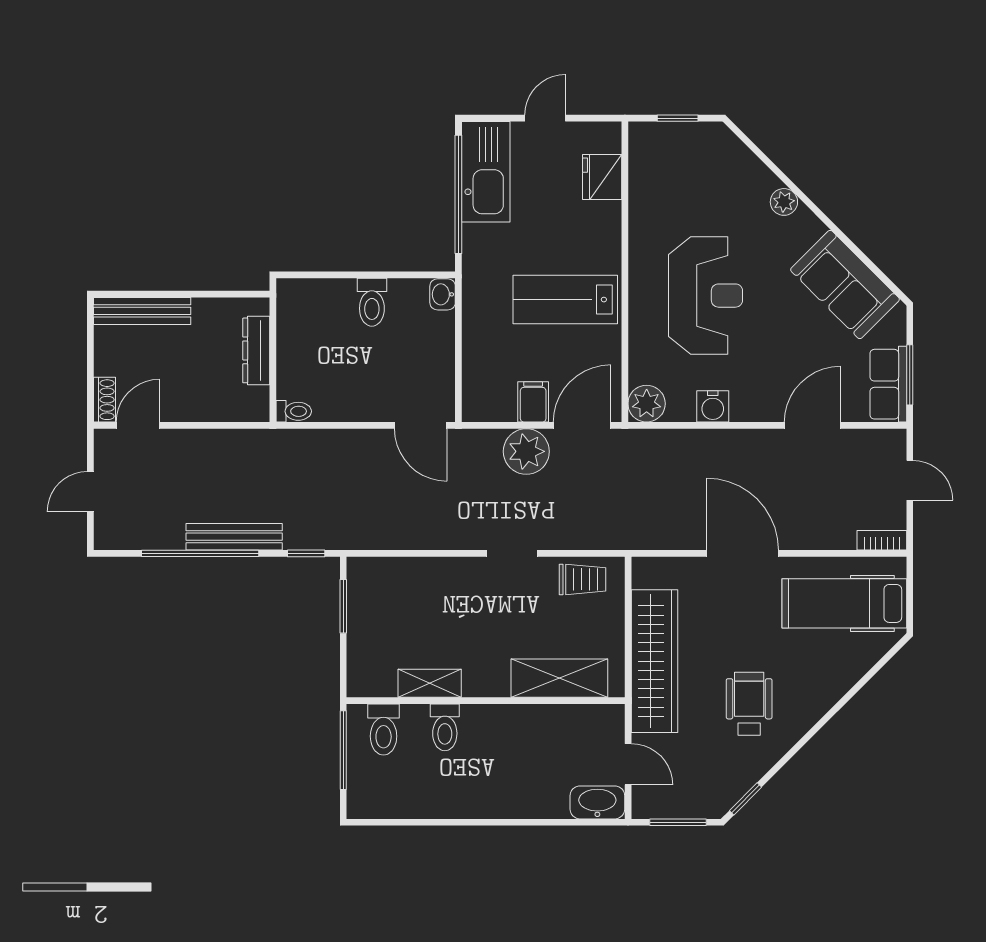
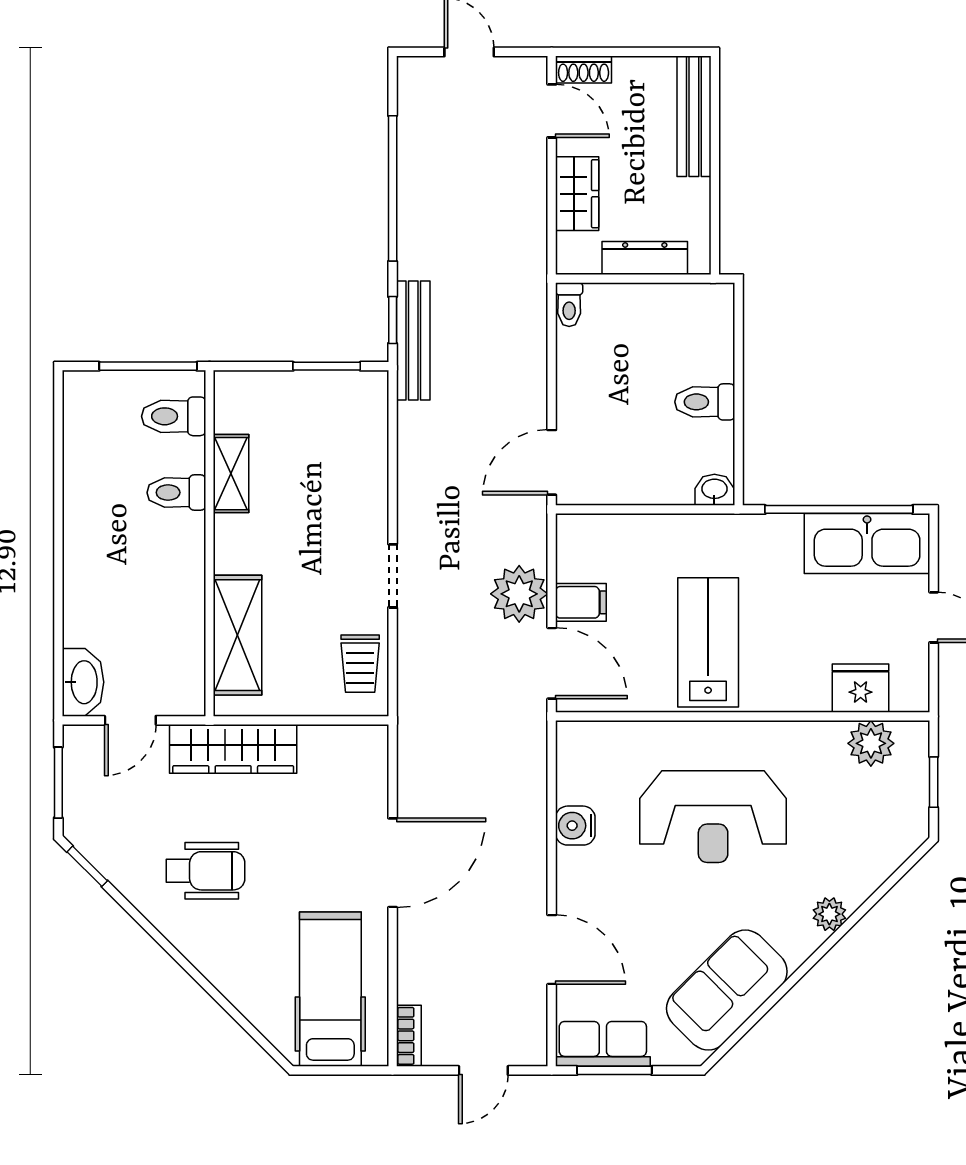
plant: (647, 404) -> (871, 743), moved
wardrobe: (204, 405) -> (577, 194), added
bench: (234, 537) -> (413, 340), moved
wardrobe: (654, 661) -> (233, 749), width x0.71, depth x0.85

